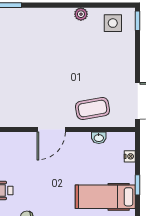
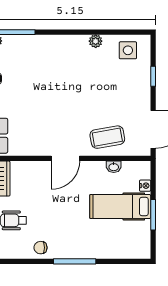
window: (138, 21) -> (153, 76), moved
window: (138, 185) -> (153, 215), width x1.50
hospital bed: (105, 197) -> (120, 207), moved

